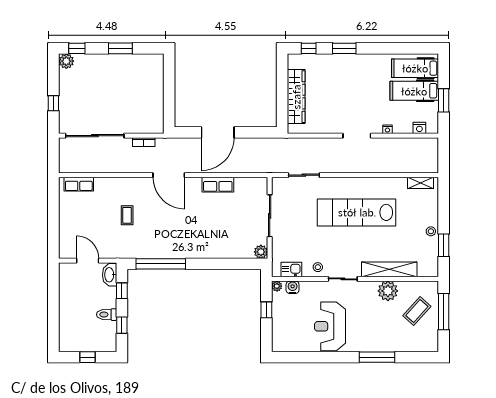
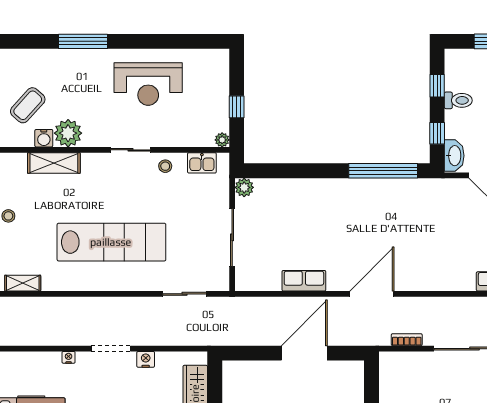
nightstand: (419, 128) -> (146, 359), moved
door: (169, 175) -> (372, 294), hinge flipped
coffee table: (127, 215) -> (430, 238), removed
shelving: (389, 269) -> (54, 163), width x0.68
water cooler: (293, 287) -> (44, 138), moved
reception desk: (330, 326) -> (148, 84), turned 90

